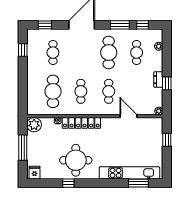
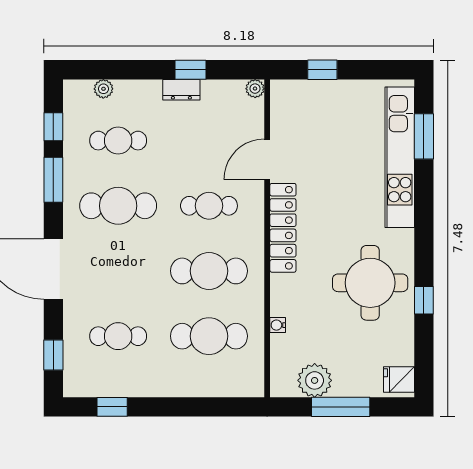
cafe table: (81, 91) -> (209, 271), width x1.37, depth x1.35
locker: (81, 123) -> (283, 228), moved
plant: (34, 125) -> (315, 380), moved

